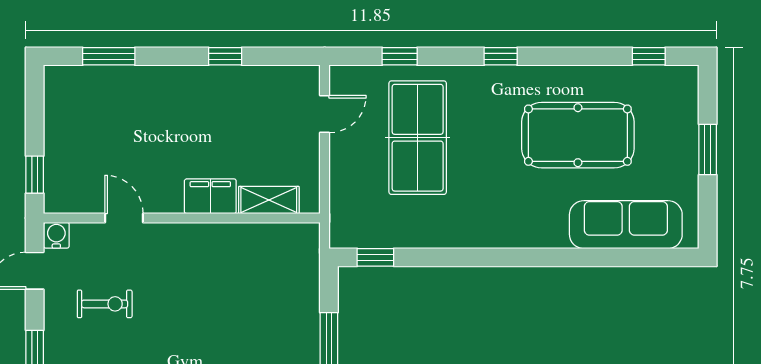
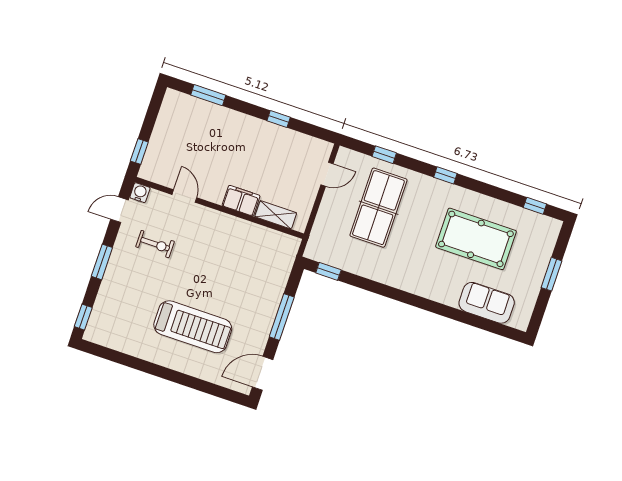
sofa: (626, 225) -> (487, 303), width x0.73

